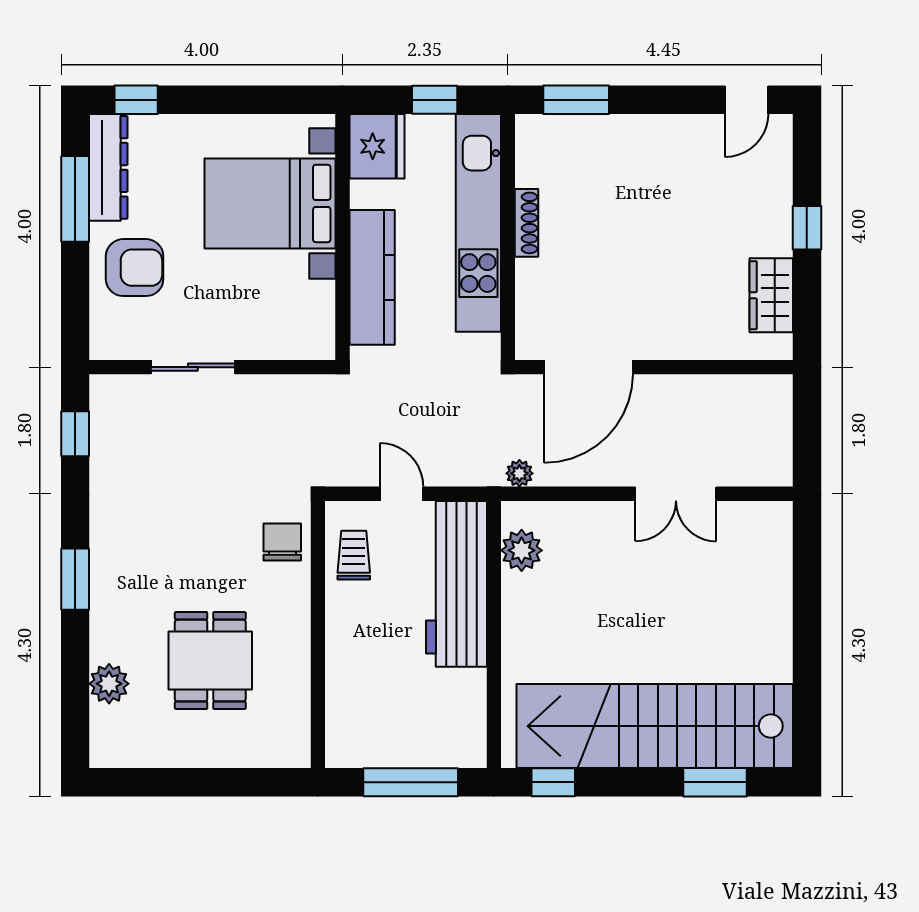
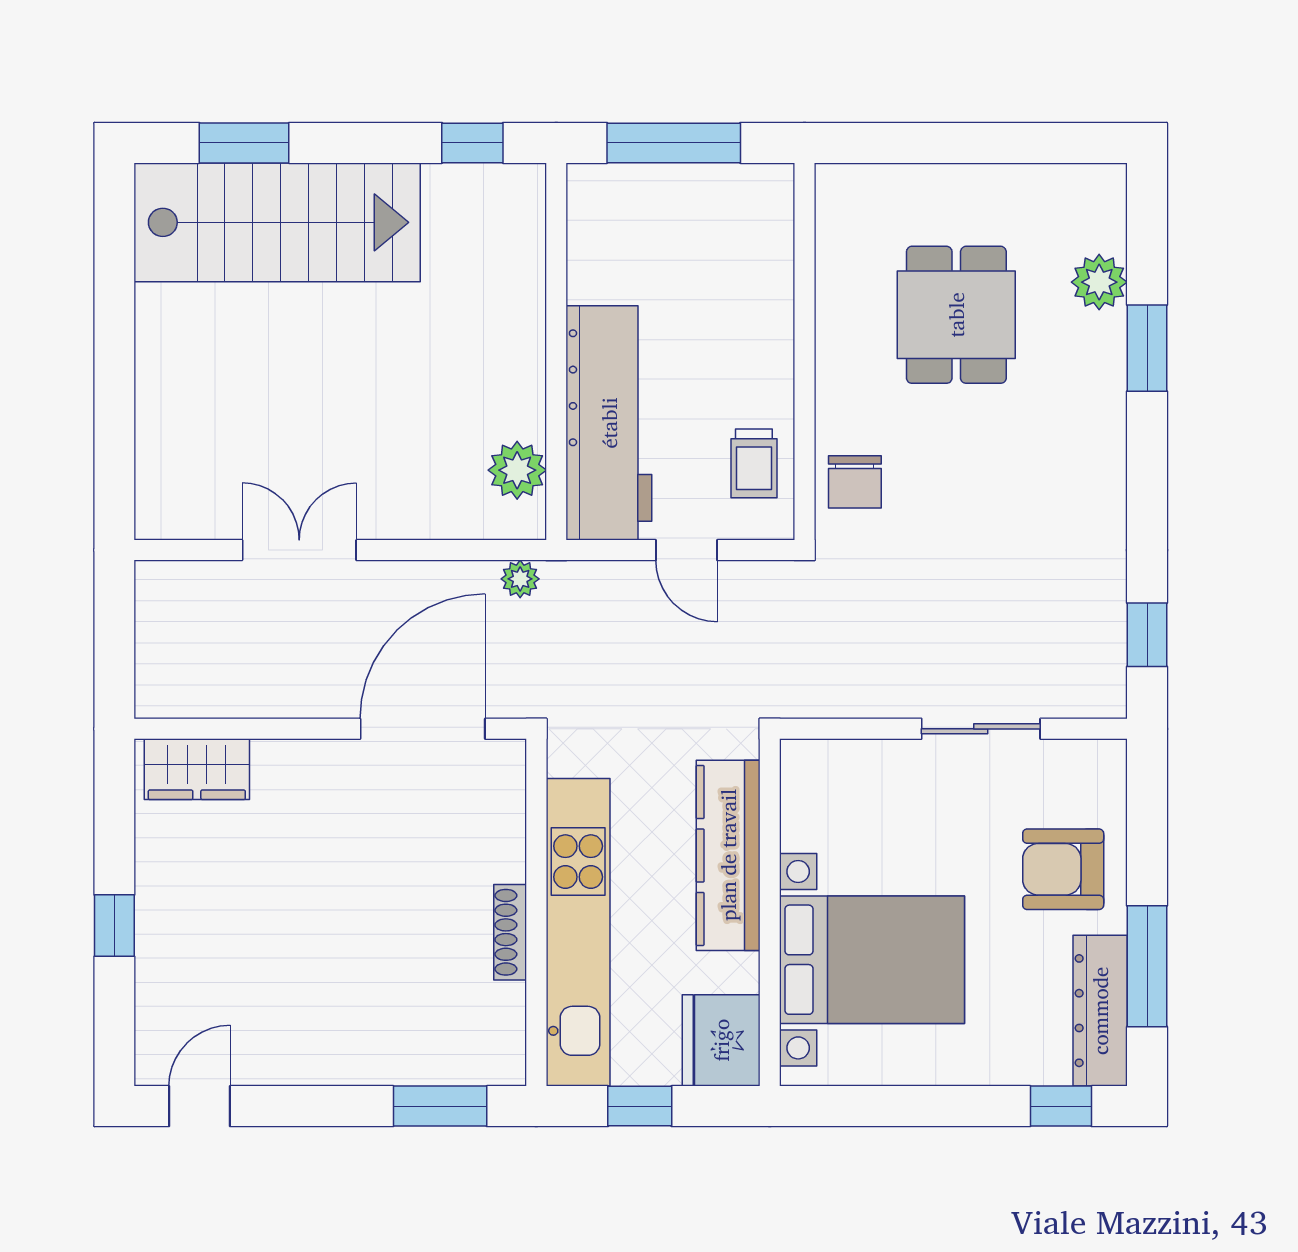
wardrobe: (771, 295) -> (197, 769), moved, turned 90
window: (75, 579) -> (1147, 348), moved
stairs: (655, 726) -> (277, 222), width x0.73

